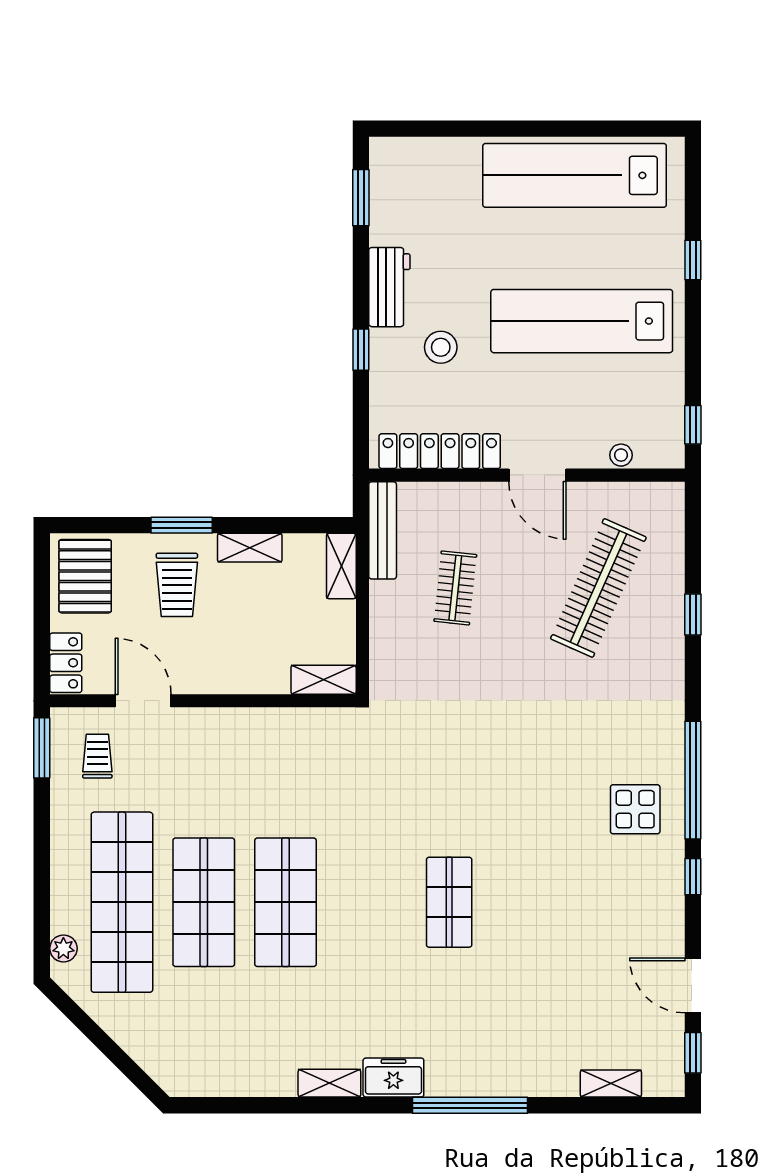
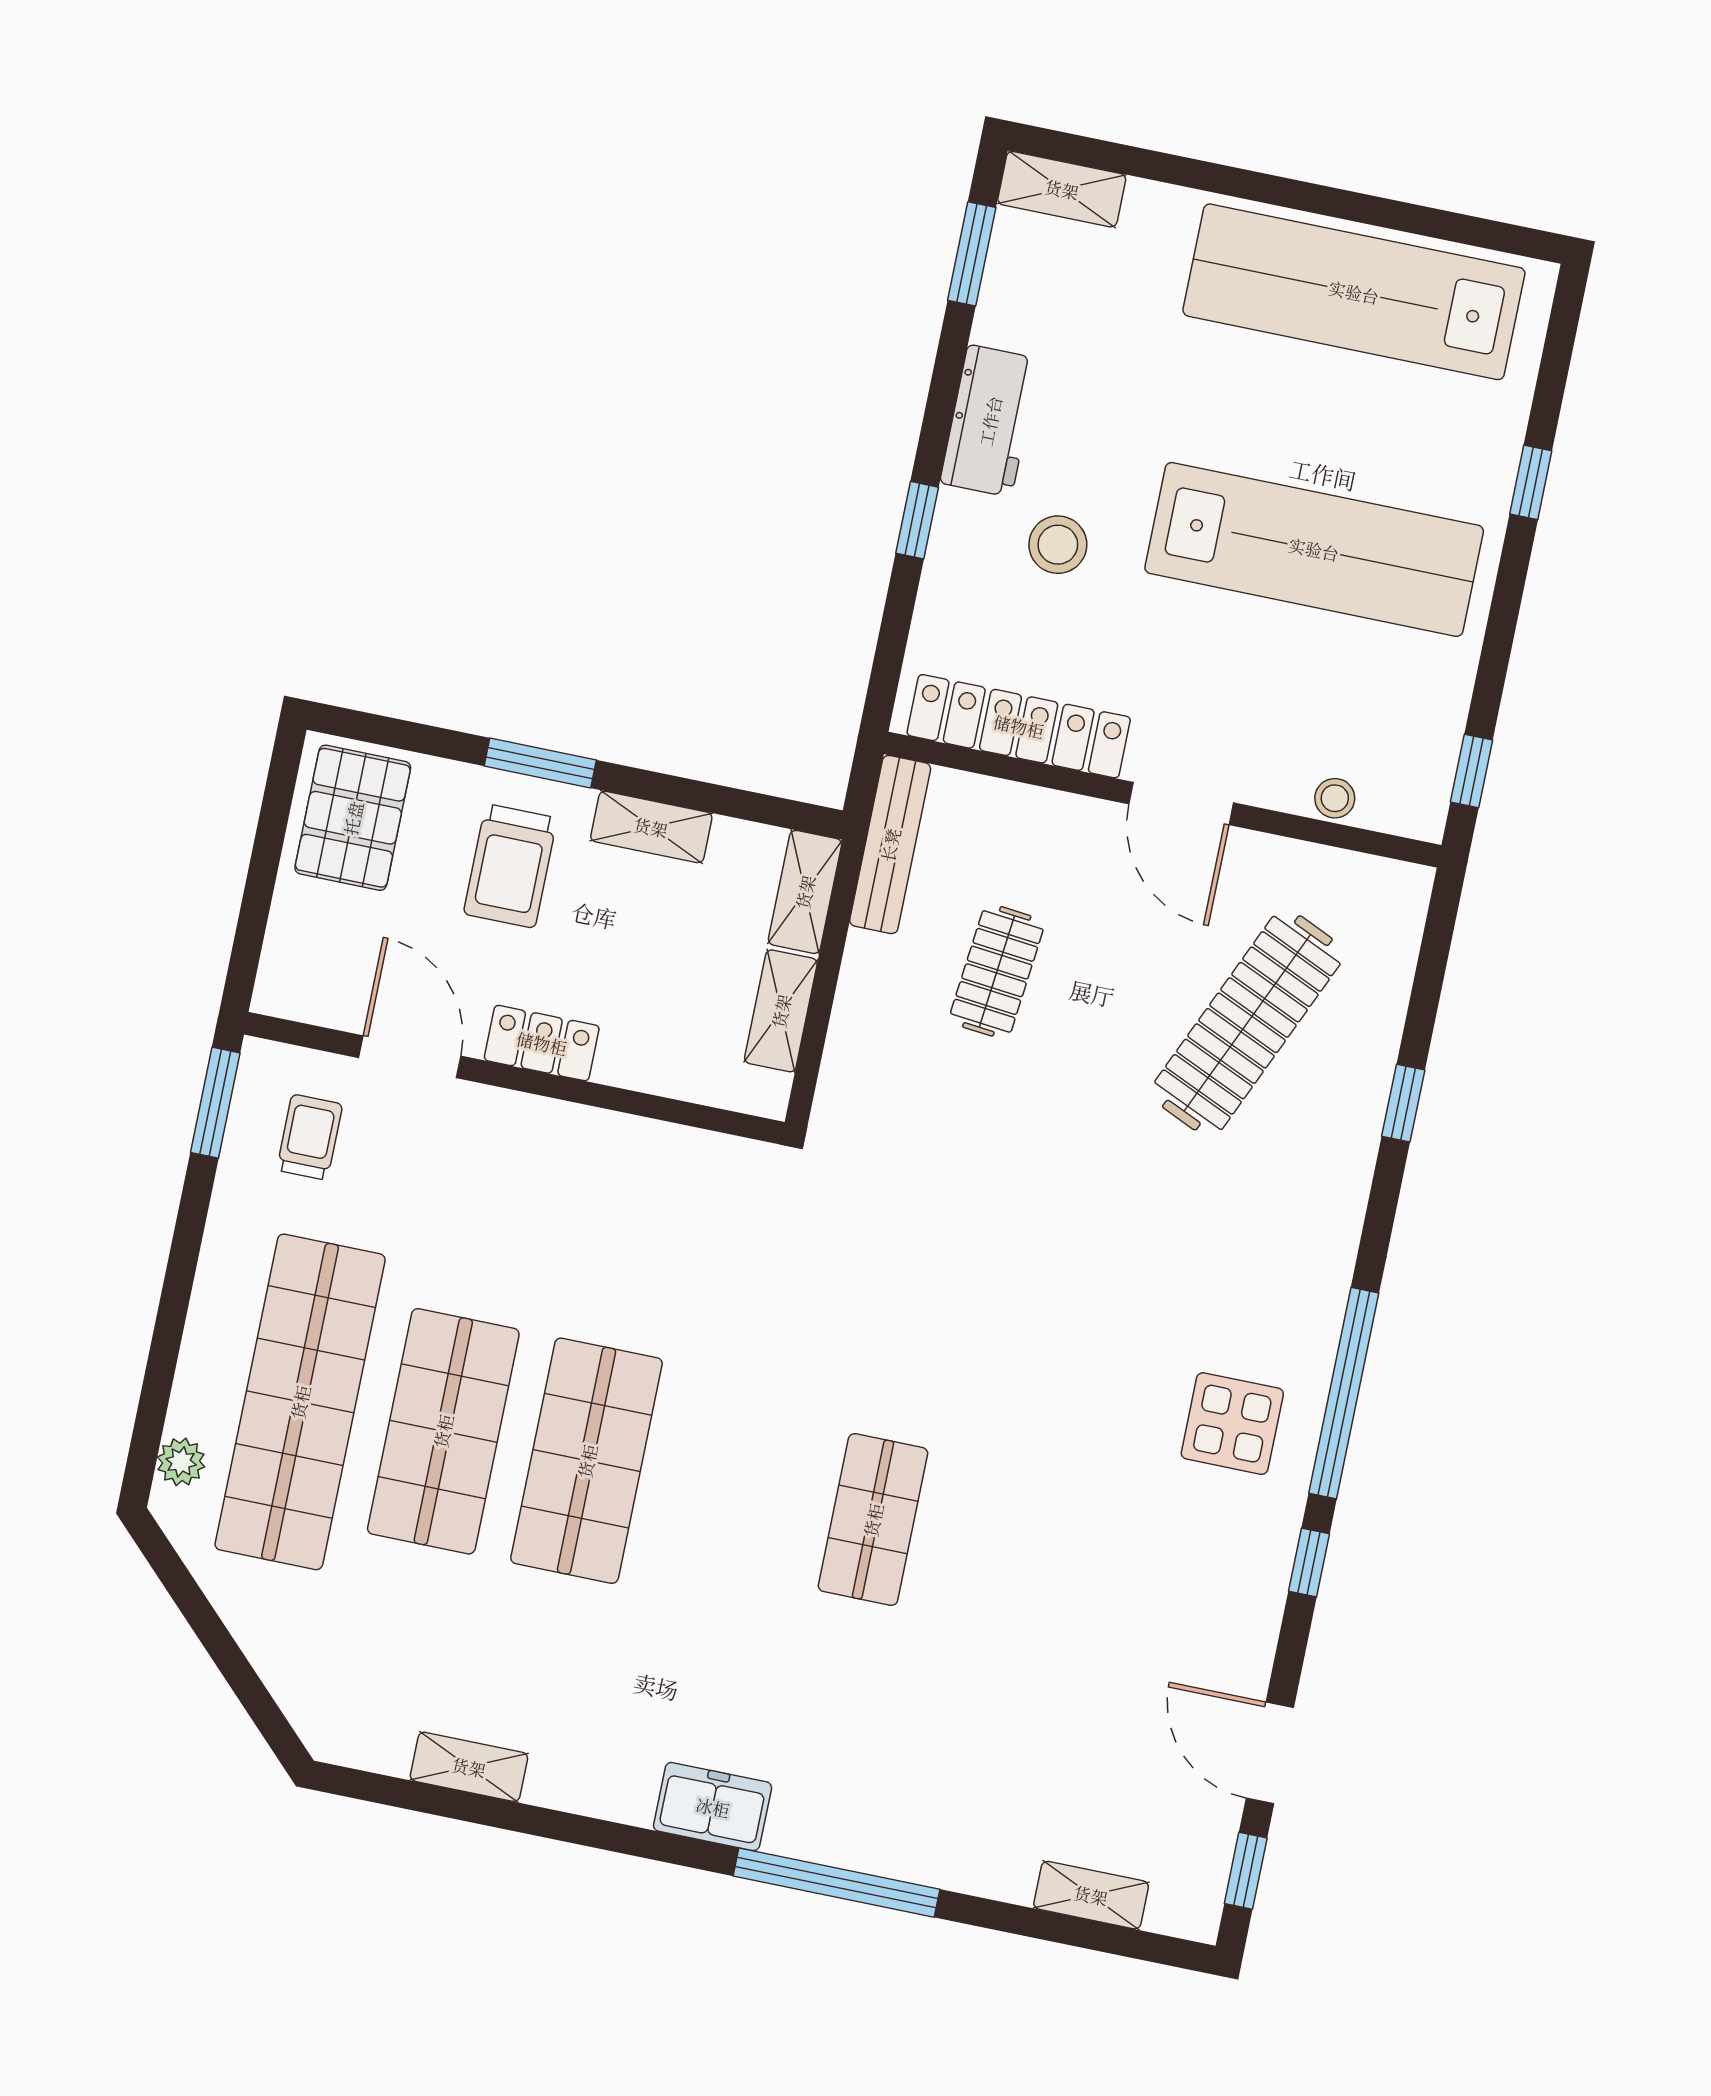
shelving: (403, 152) -> (1062, 189), added
lab bench: (582, 321) -> (1314, 549), turned 180
locker: (66, 663) -> (542, 1043), moved, turned -90
shelving: (324, 680) -> (781, 1011), moved, turned 90
shelving: (329, 1083) -> (469, 1767), moved

